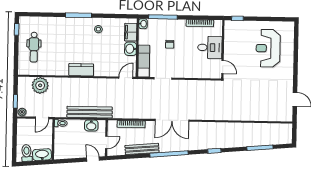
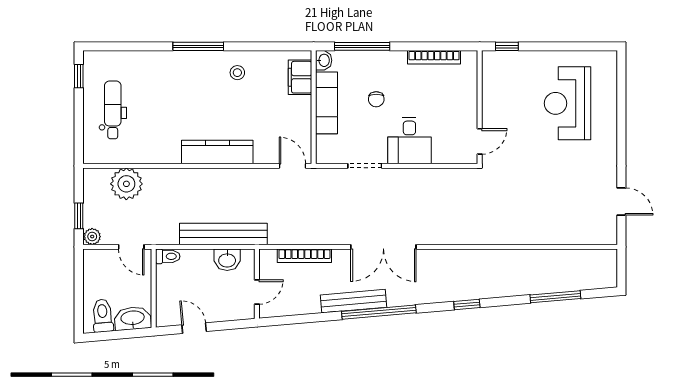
dental chair: (34, 47) -> (113, 110), turned 180
desk: (210, 47) -> (409, 141), moved, turned 90
washbasin: (131, 49) -> (300, 109), removed
exam couch: (144, 61) -> (327, 103), moved
door: (223, 67) -> (480, 141), hinge flipped
kitchen counter: (81, 70) -> (217, 152), width x1.50
door: (126, 78) -> (292, 166), hinge flipped
door: (42, 118) -> (131, 247), hinge flipped
bench: (142, 149) -> (354, 301), moved
door: (93, 159) -> (194, 328), moved

